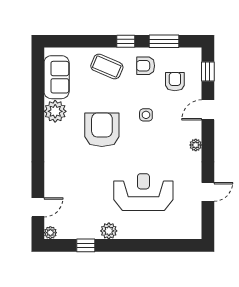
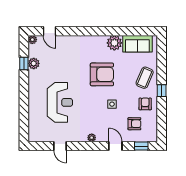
window: (164, 41) -> (162, 116), removed
plant: (109, 231) -> (34, 63), moved

